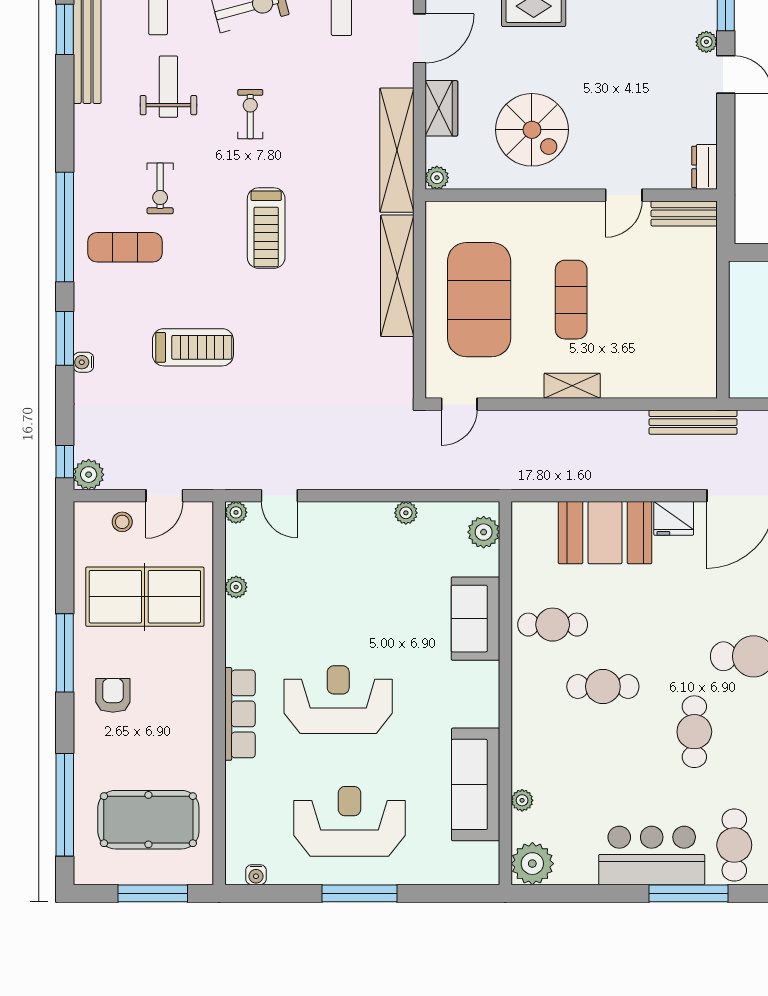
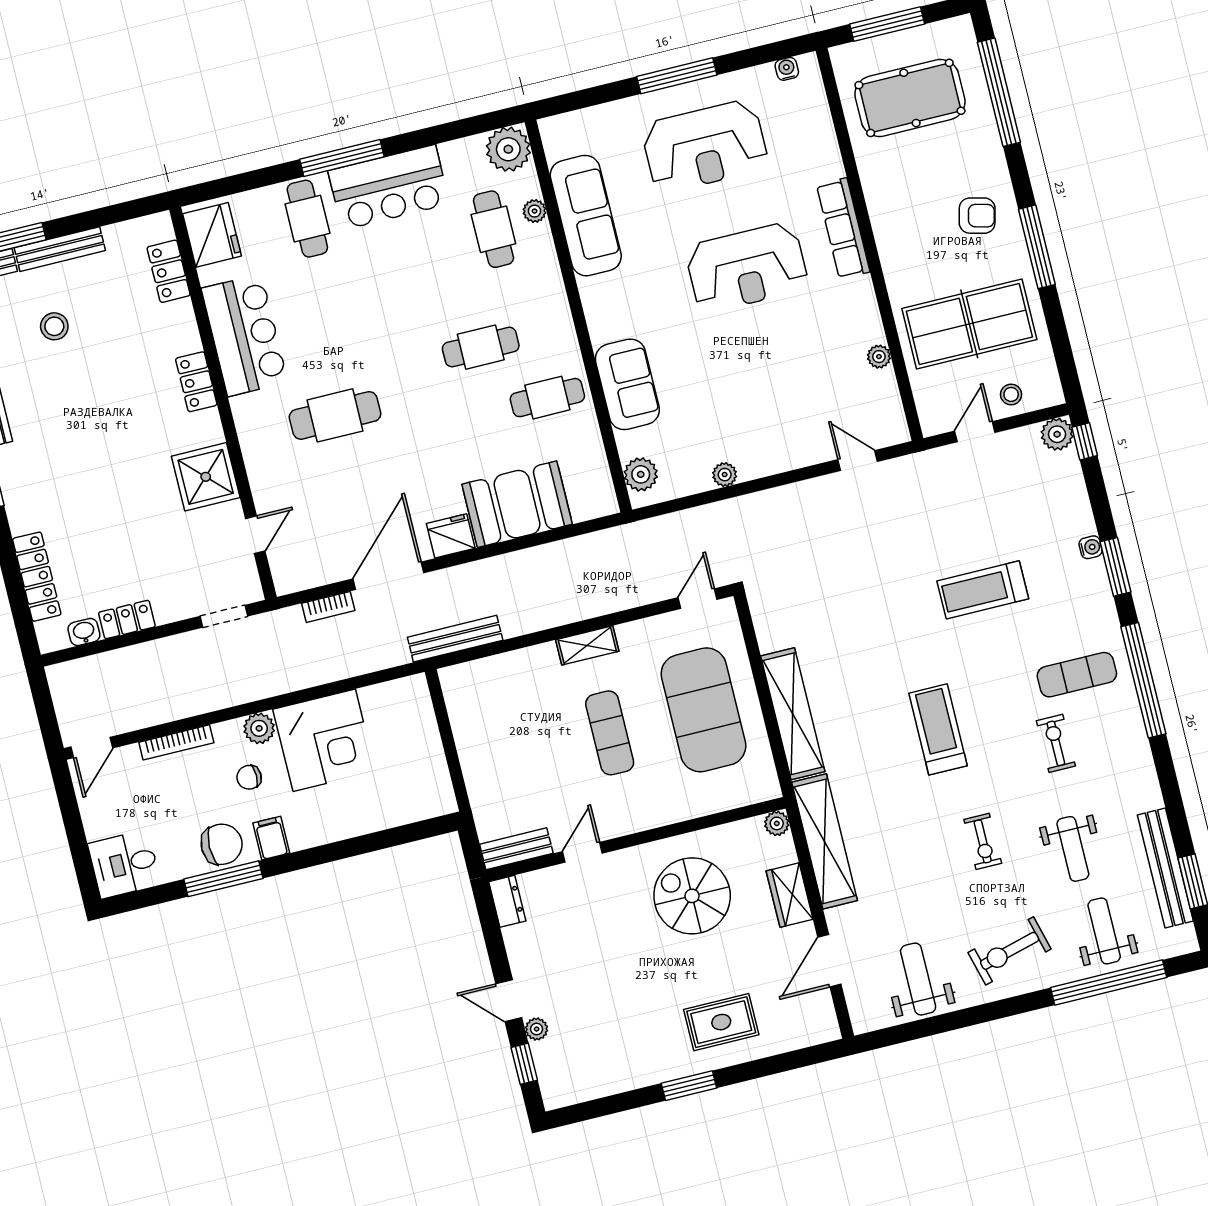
plant: (236, 512) -> (898, 433), removed
armchair: (113, 695) -> (977, 216), turned -76
cafe table: (694, 732) -> (493, 229), moved

